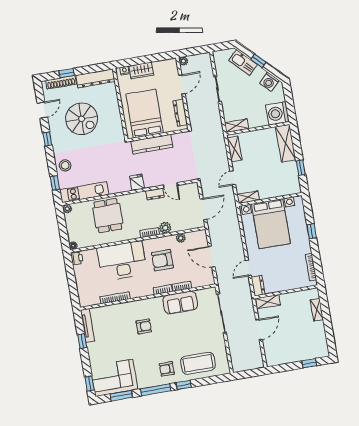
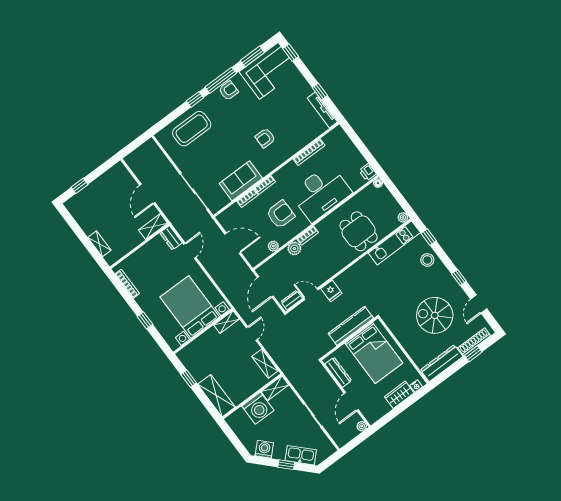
washing machine: (277, 113) -> (258, 408), moved, turned 90
fridge: (137, 182) -> (331, 291), moved
dresser: (155, 194) -> (292, 300), moved
armchair: (167, 369) -> (228, 91), moved

